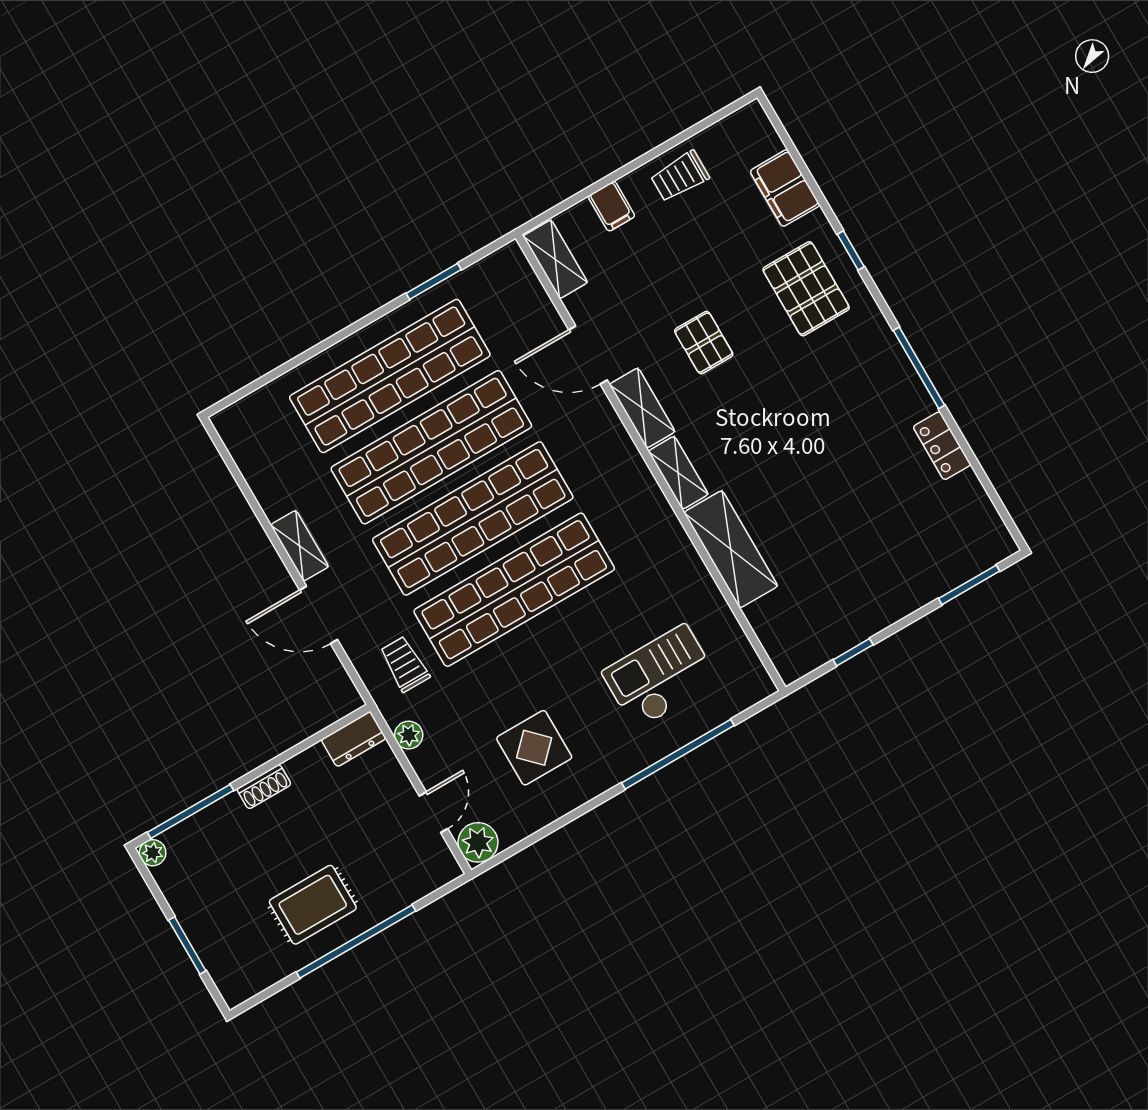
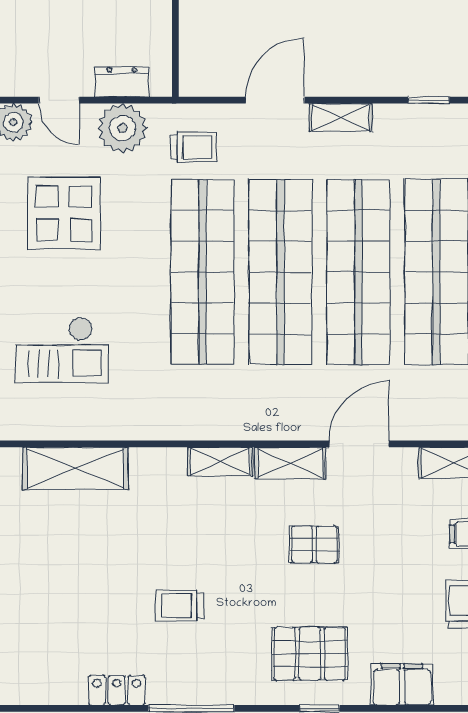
trolley: (831, 433) -> (180, 605), added
window: (237, 474) -> (429, 100), added
shelving: (731, 549) -> (75, 468), moved
checkout: (660, 677) -> (62, 350), turned 90
plant: (409, 735) -> (122, 128), width x1.88, depth x1.88
dresser: (354, 739) -> (122, 82), moved, turned 90
display table: (534, 748) -> (64, 213), width x1.36, depth x1.36

